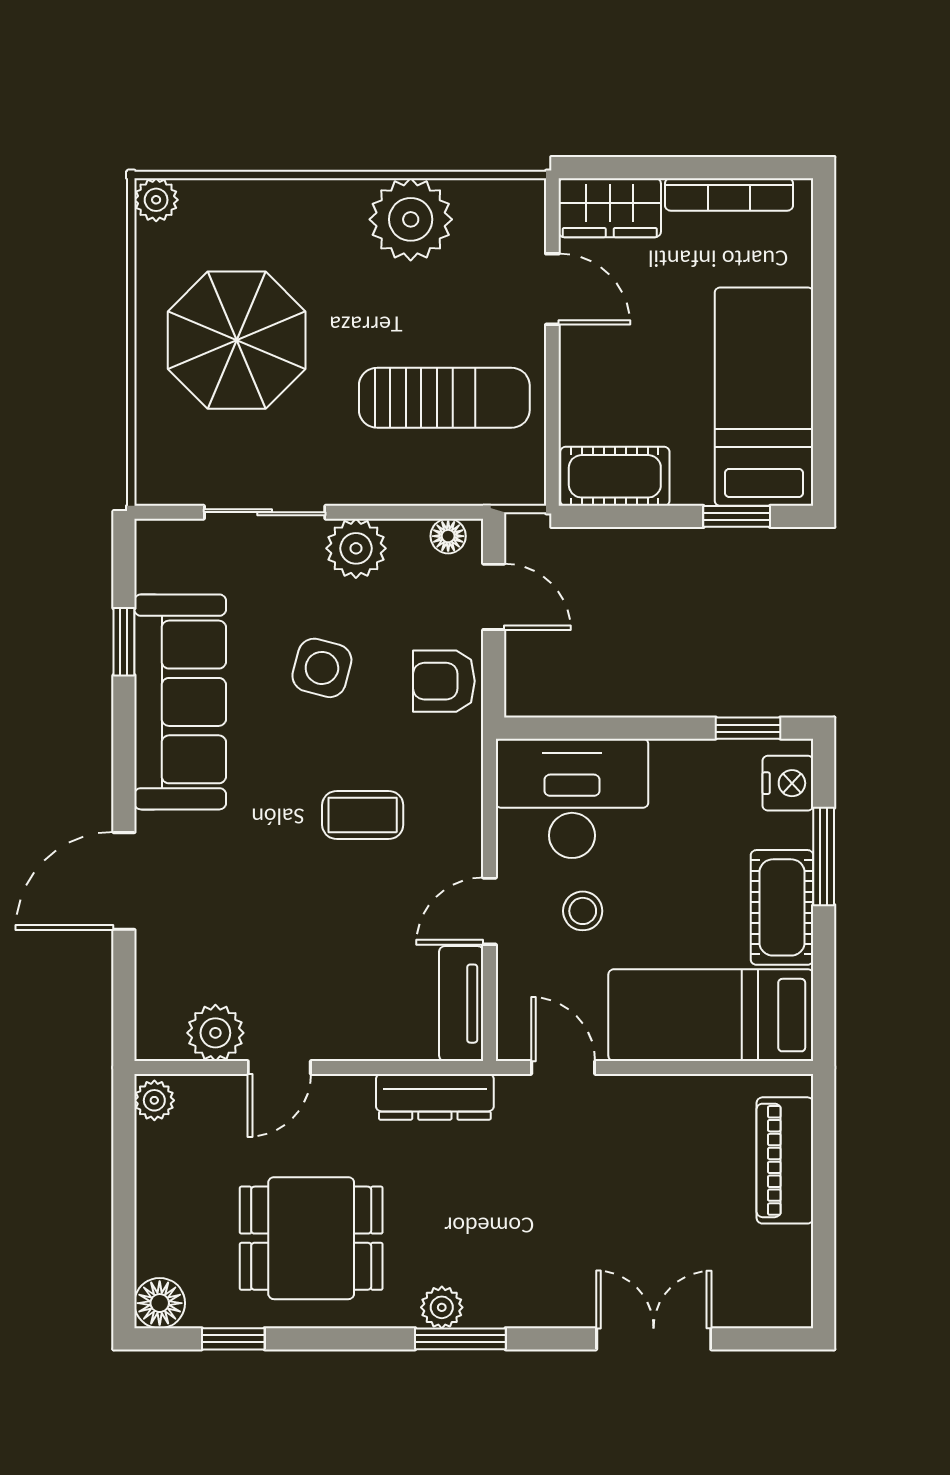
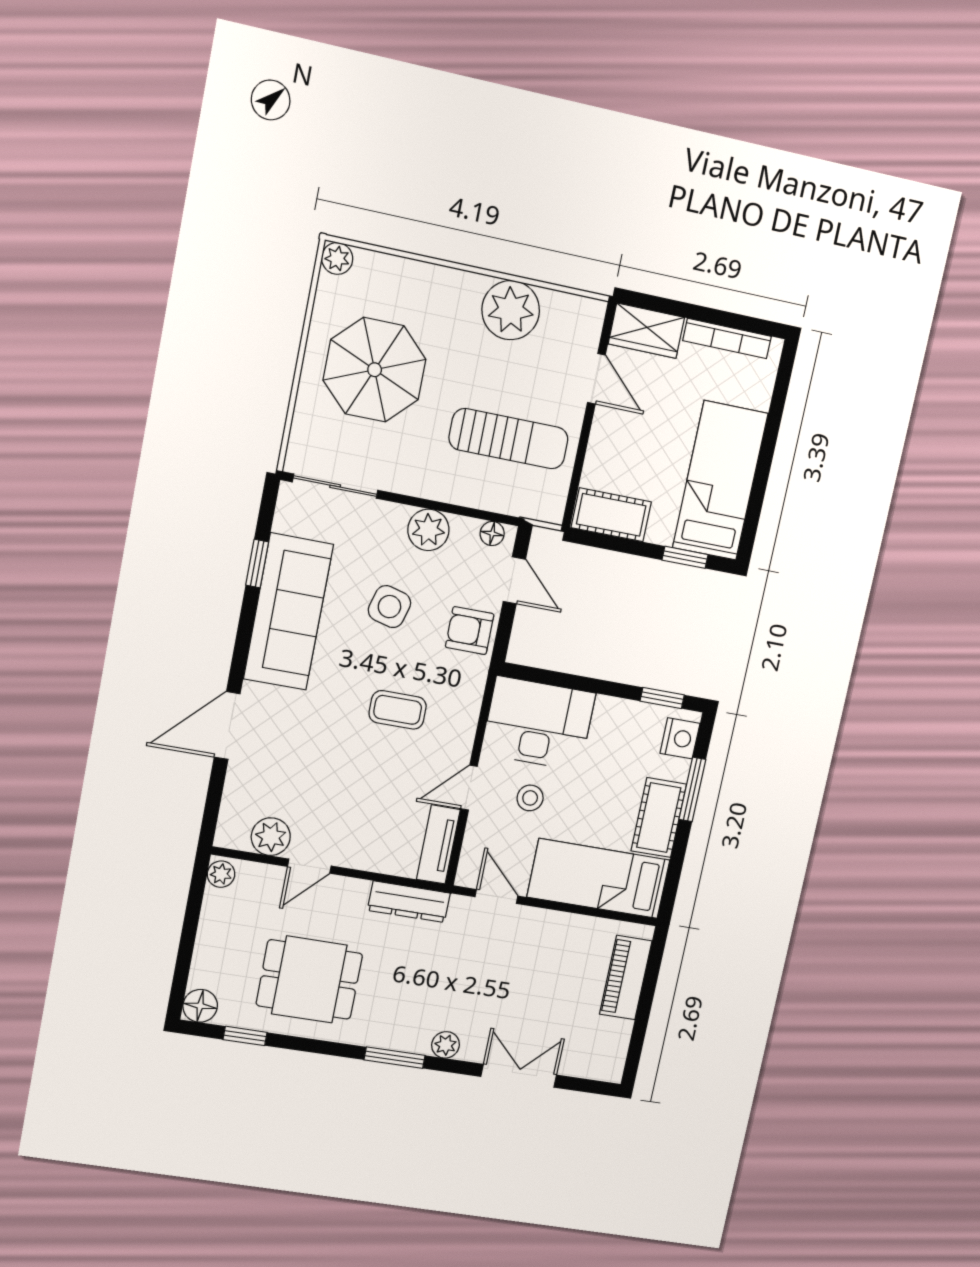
sliding door: (265, 512) -> (335, 486), moved
plant: (442, 1307) -> (446, 1045), moved

